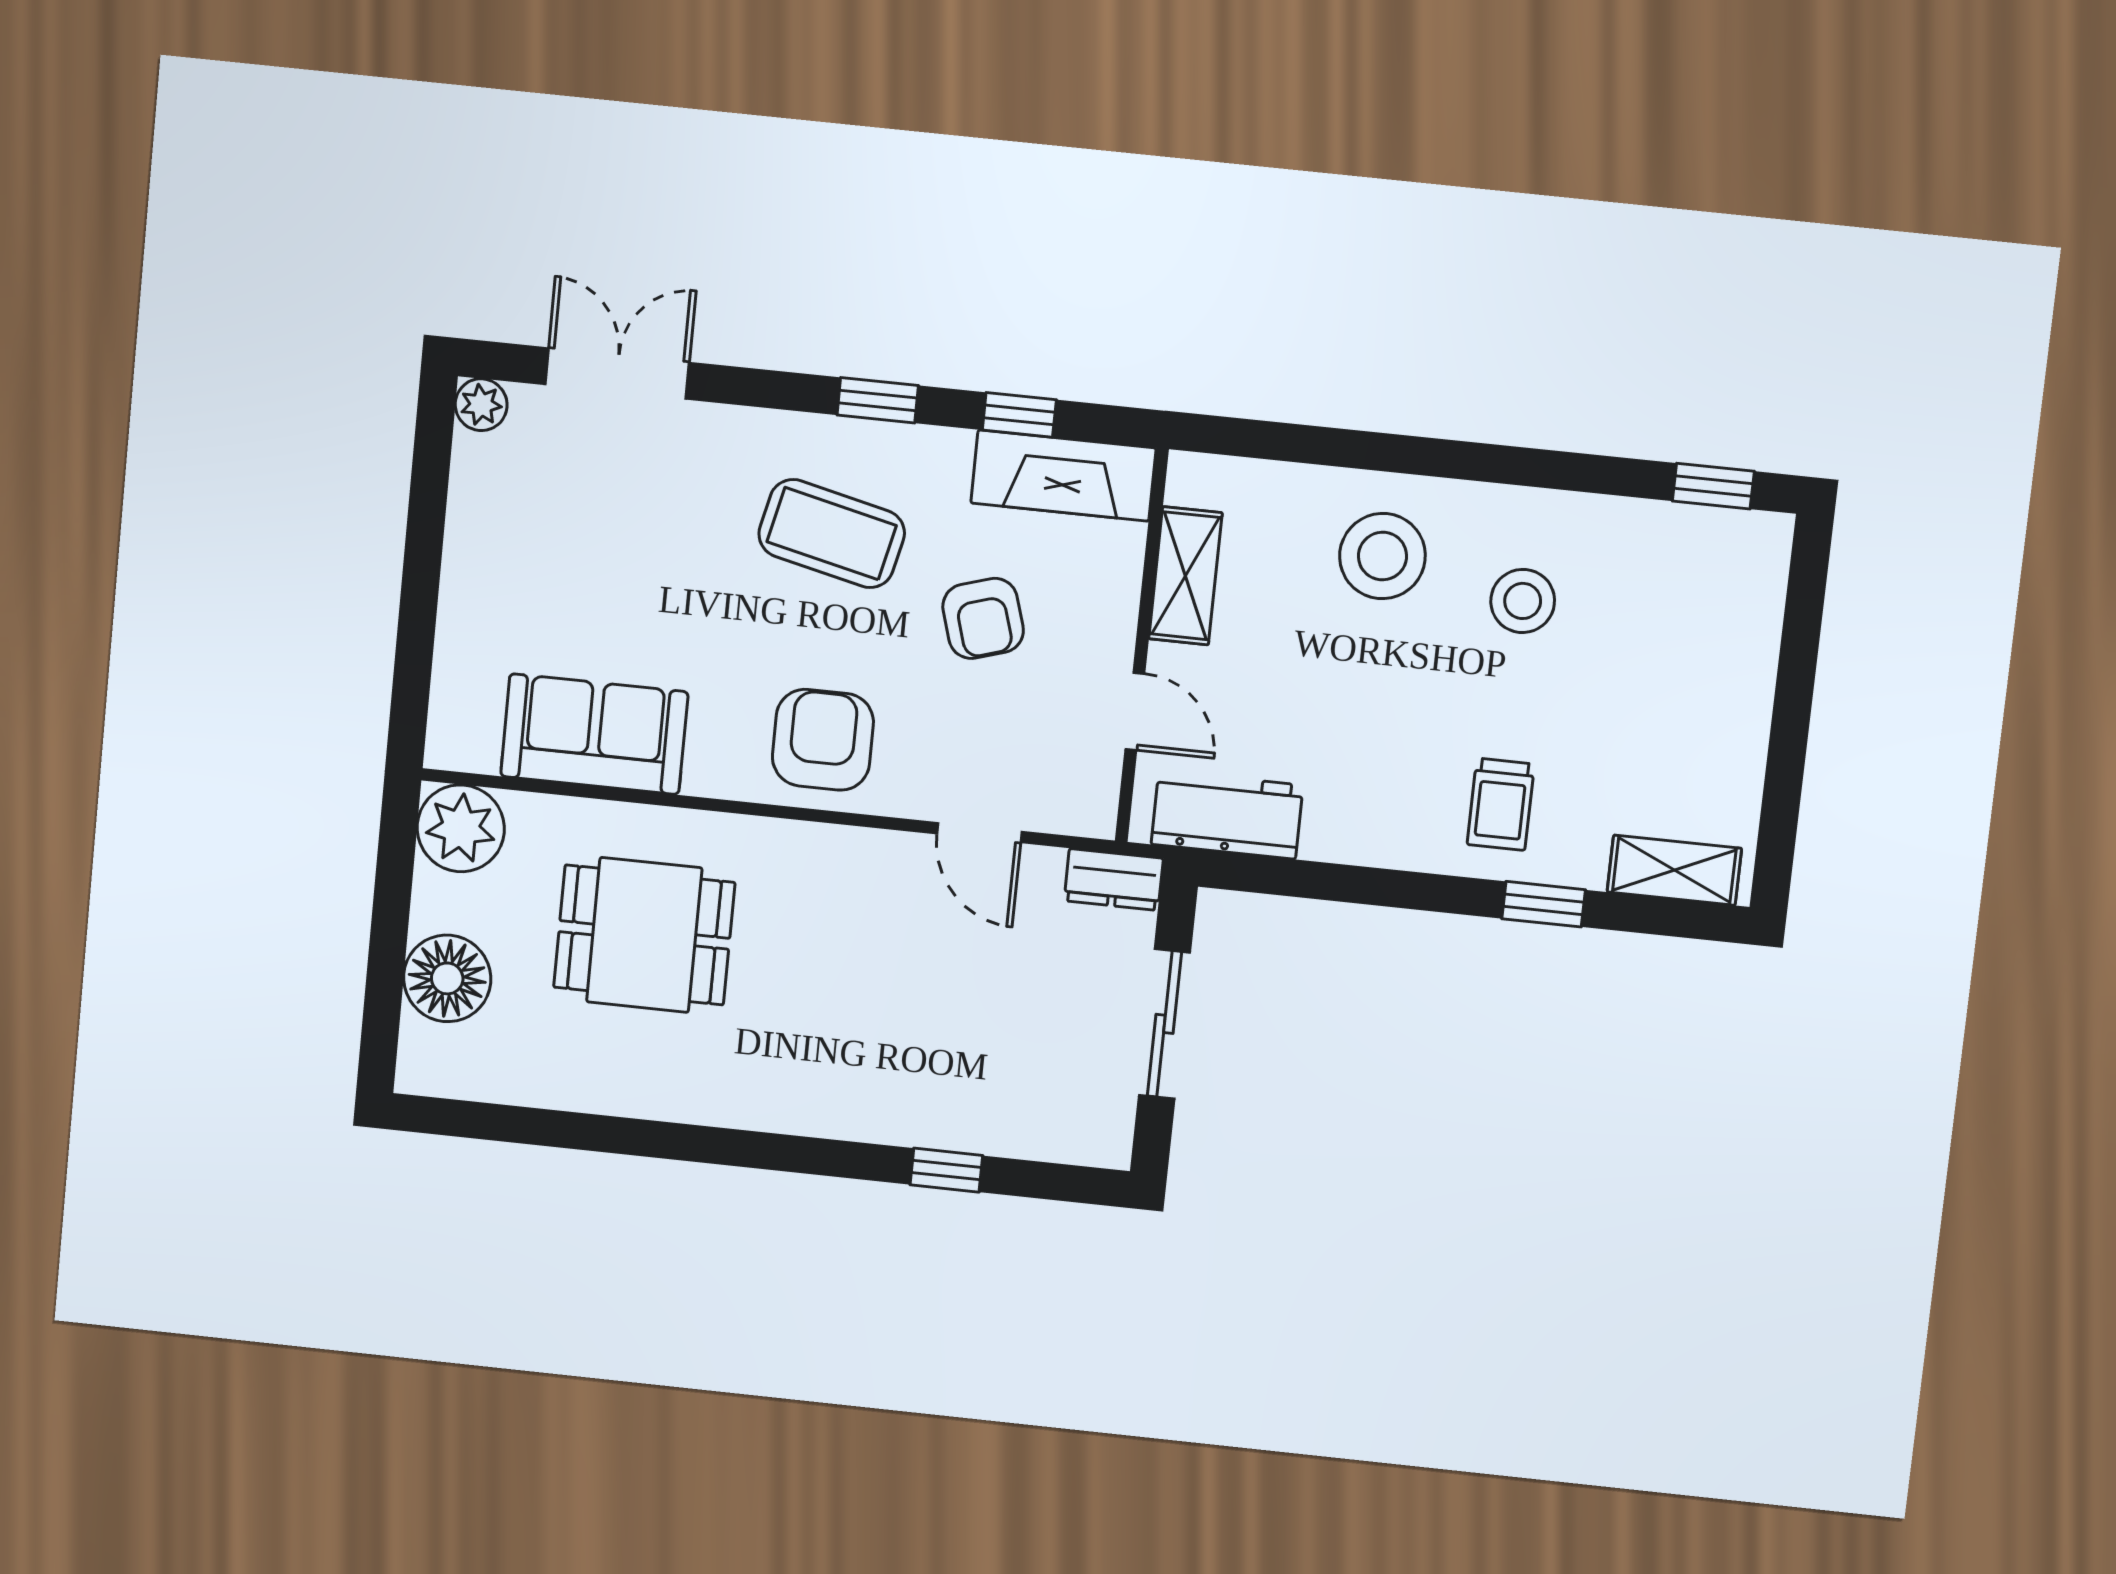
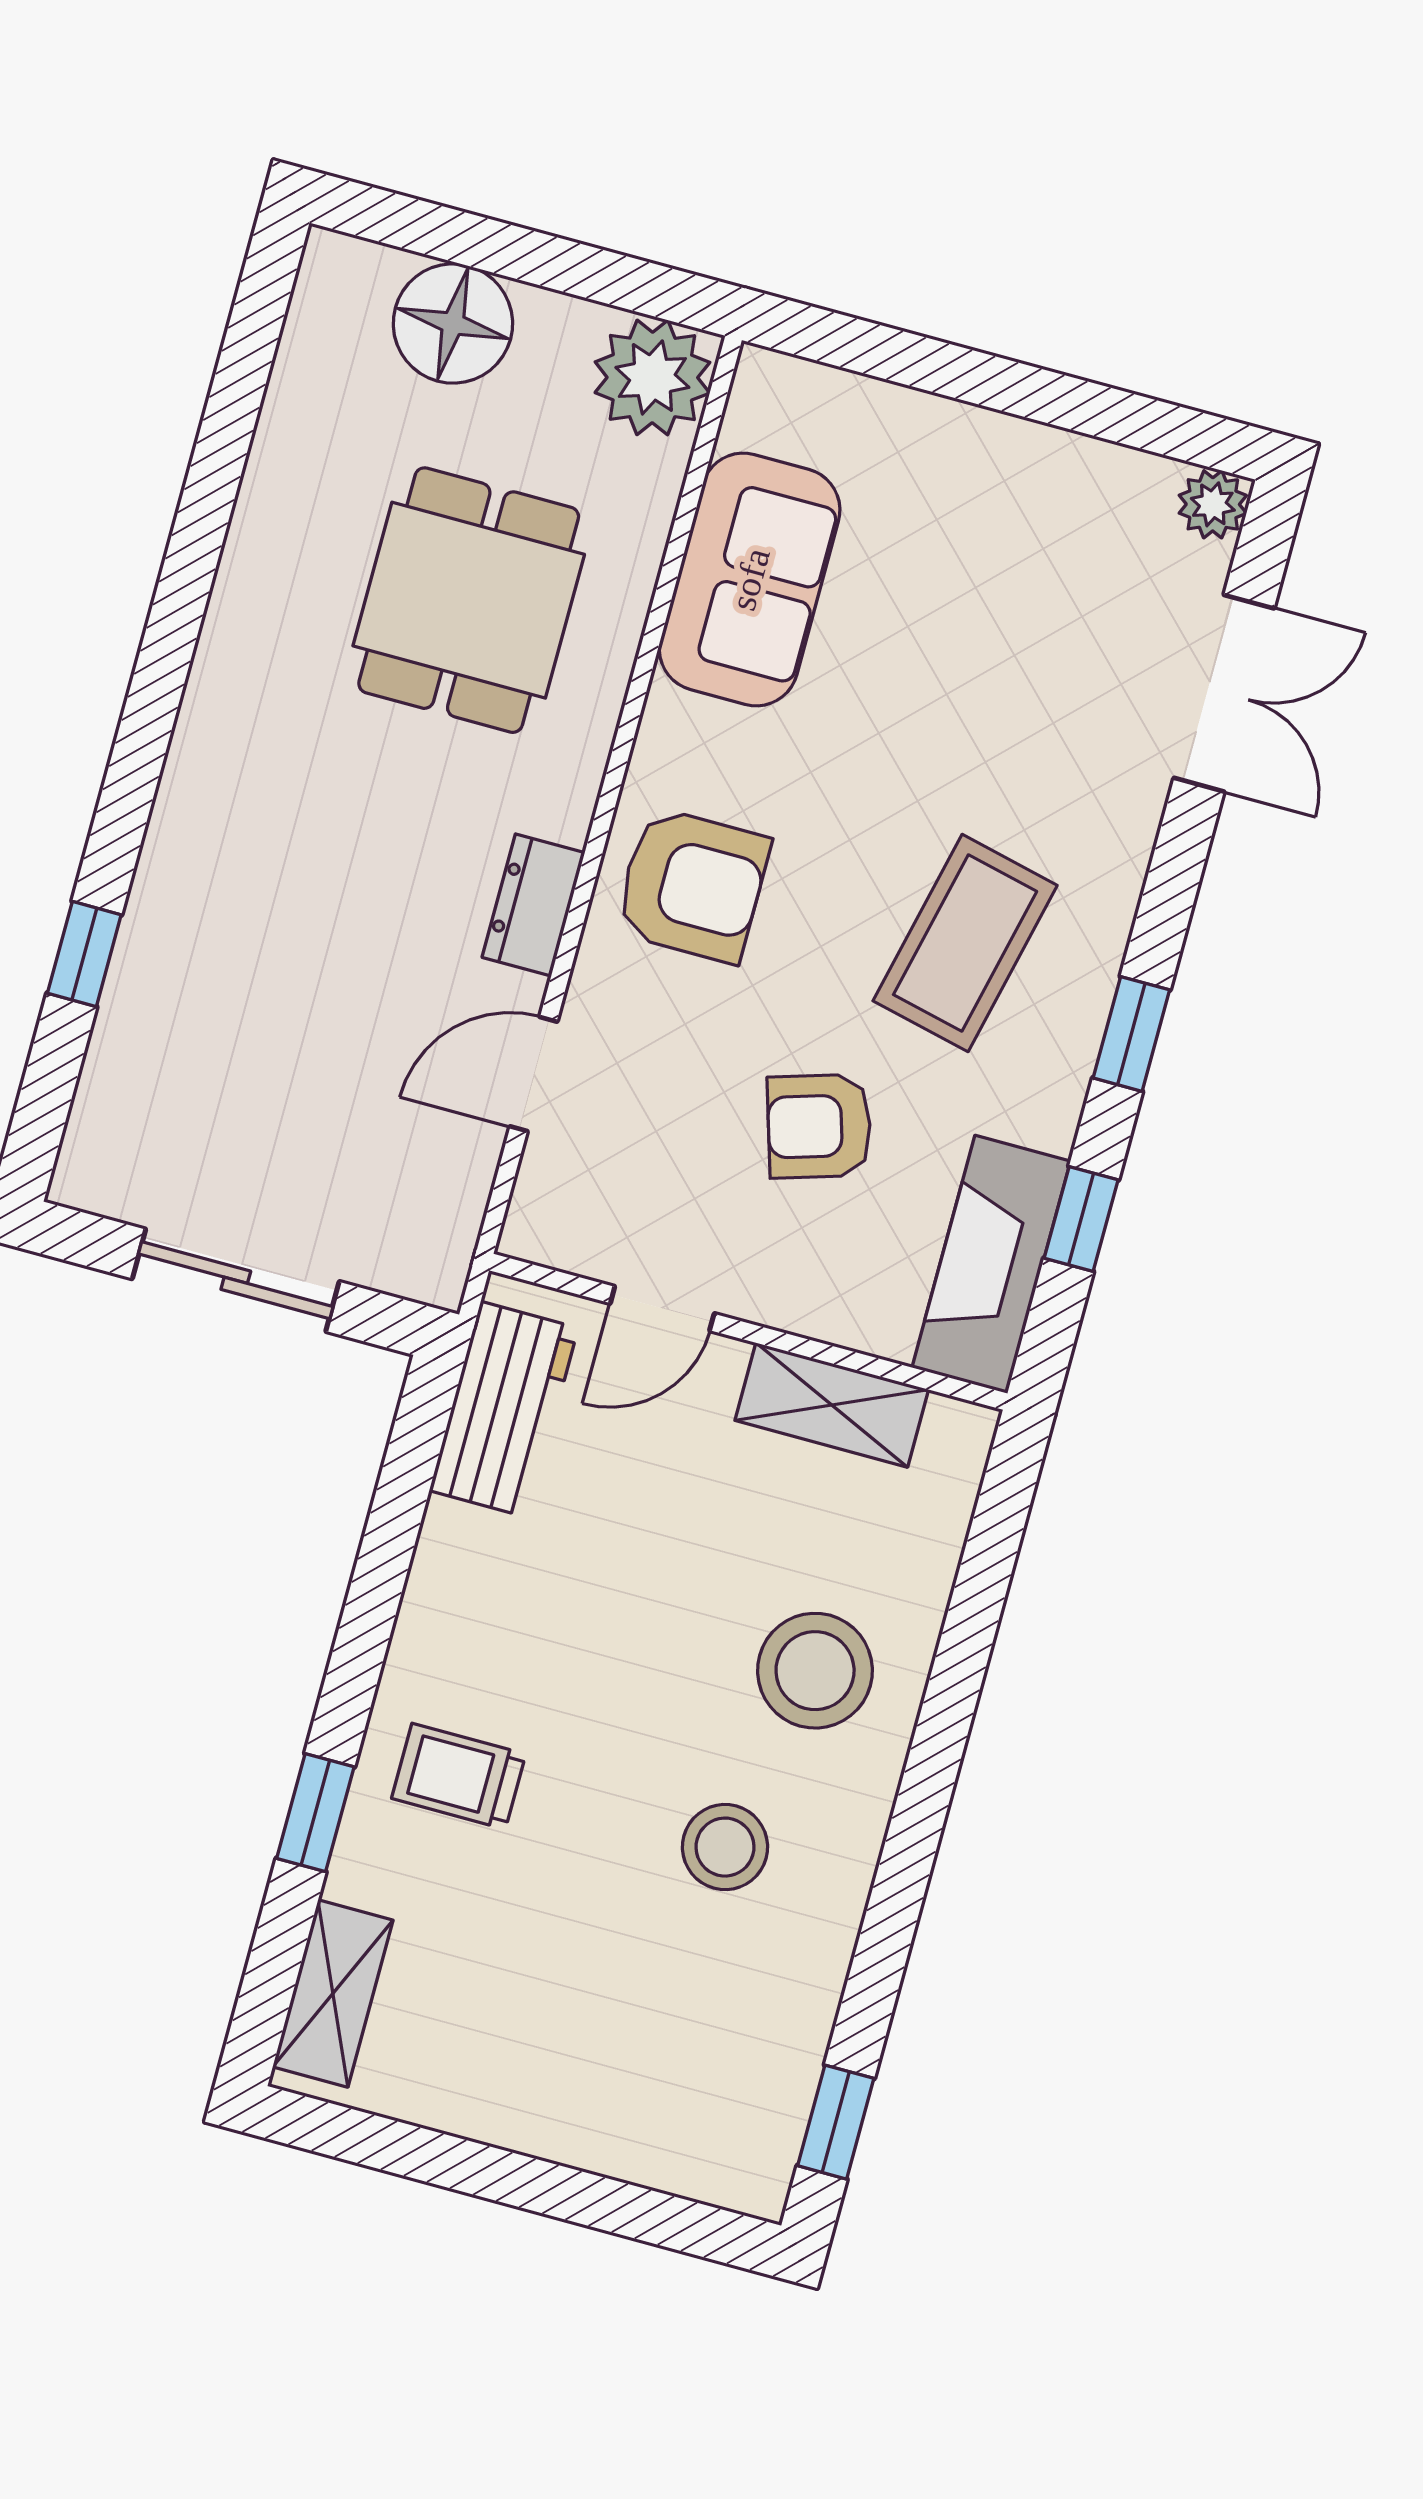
dresser: (1114, 879) -> (533, 905), moved

